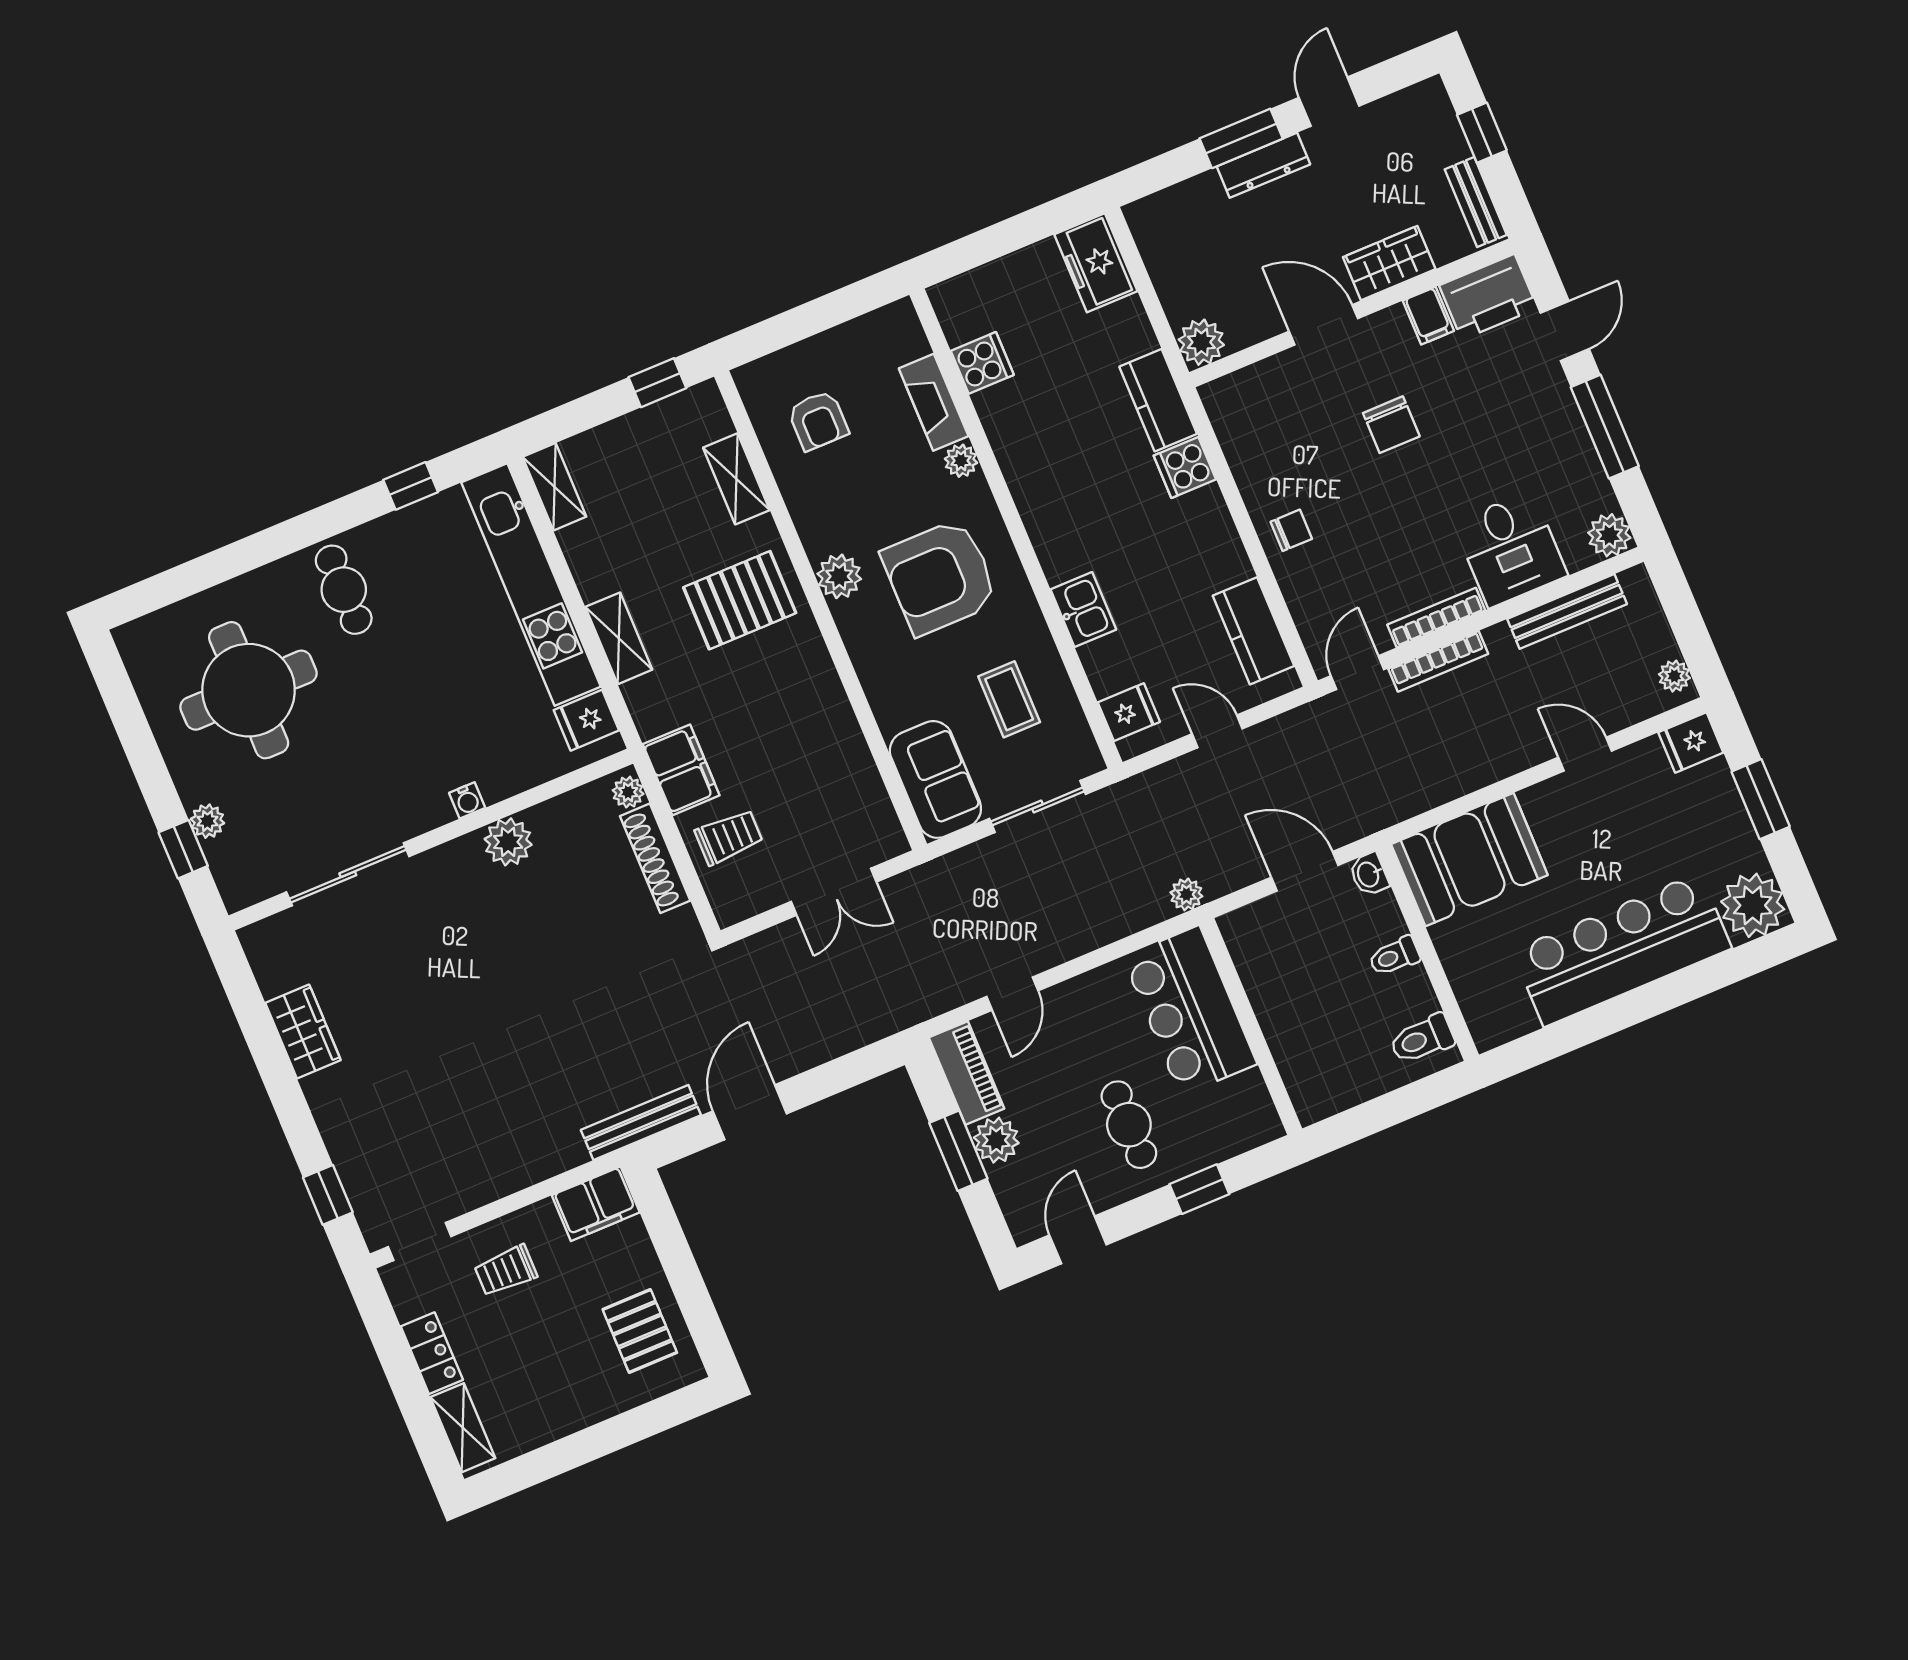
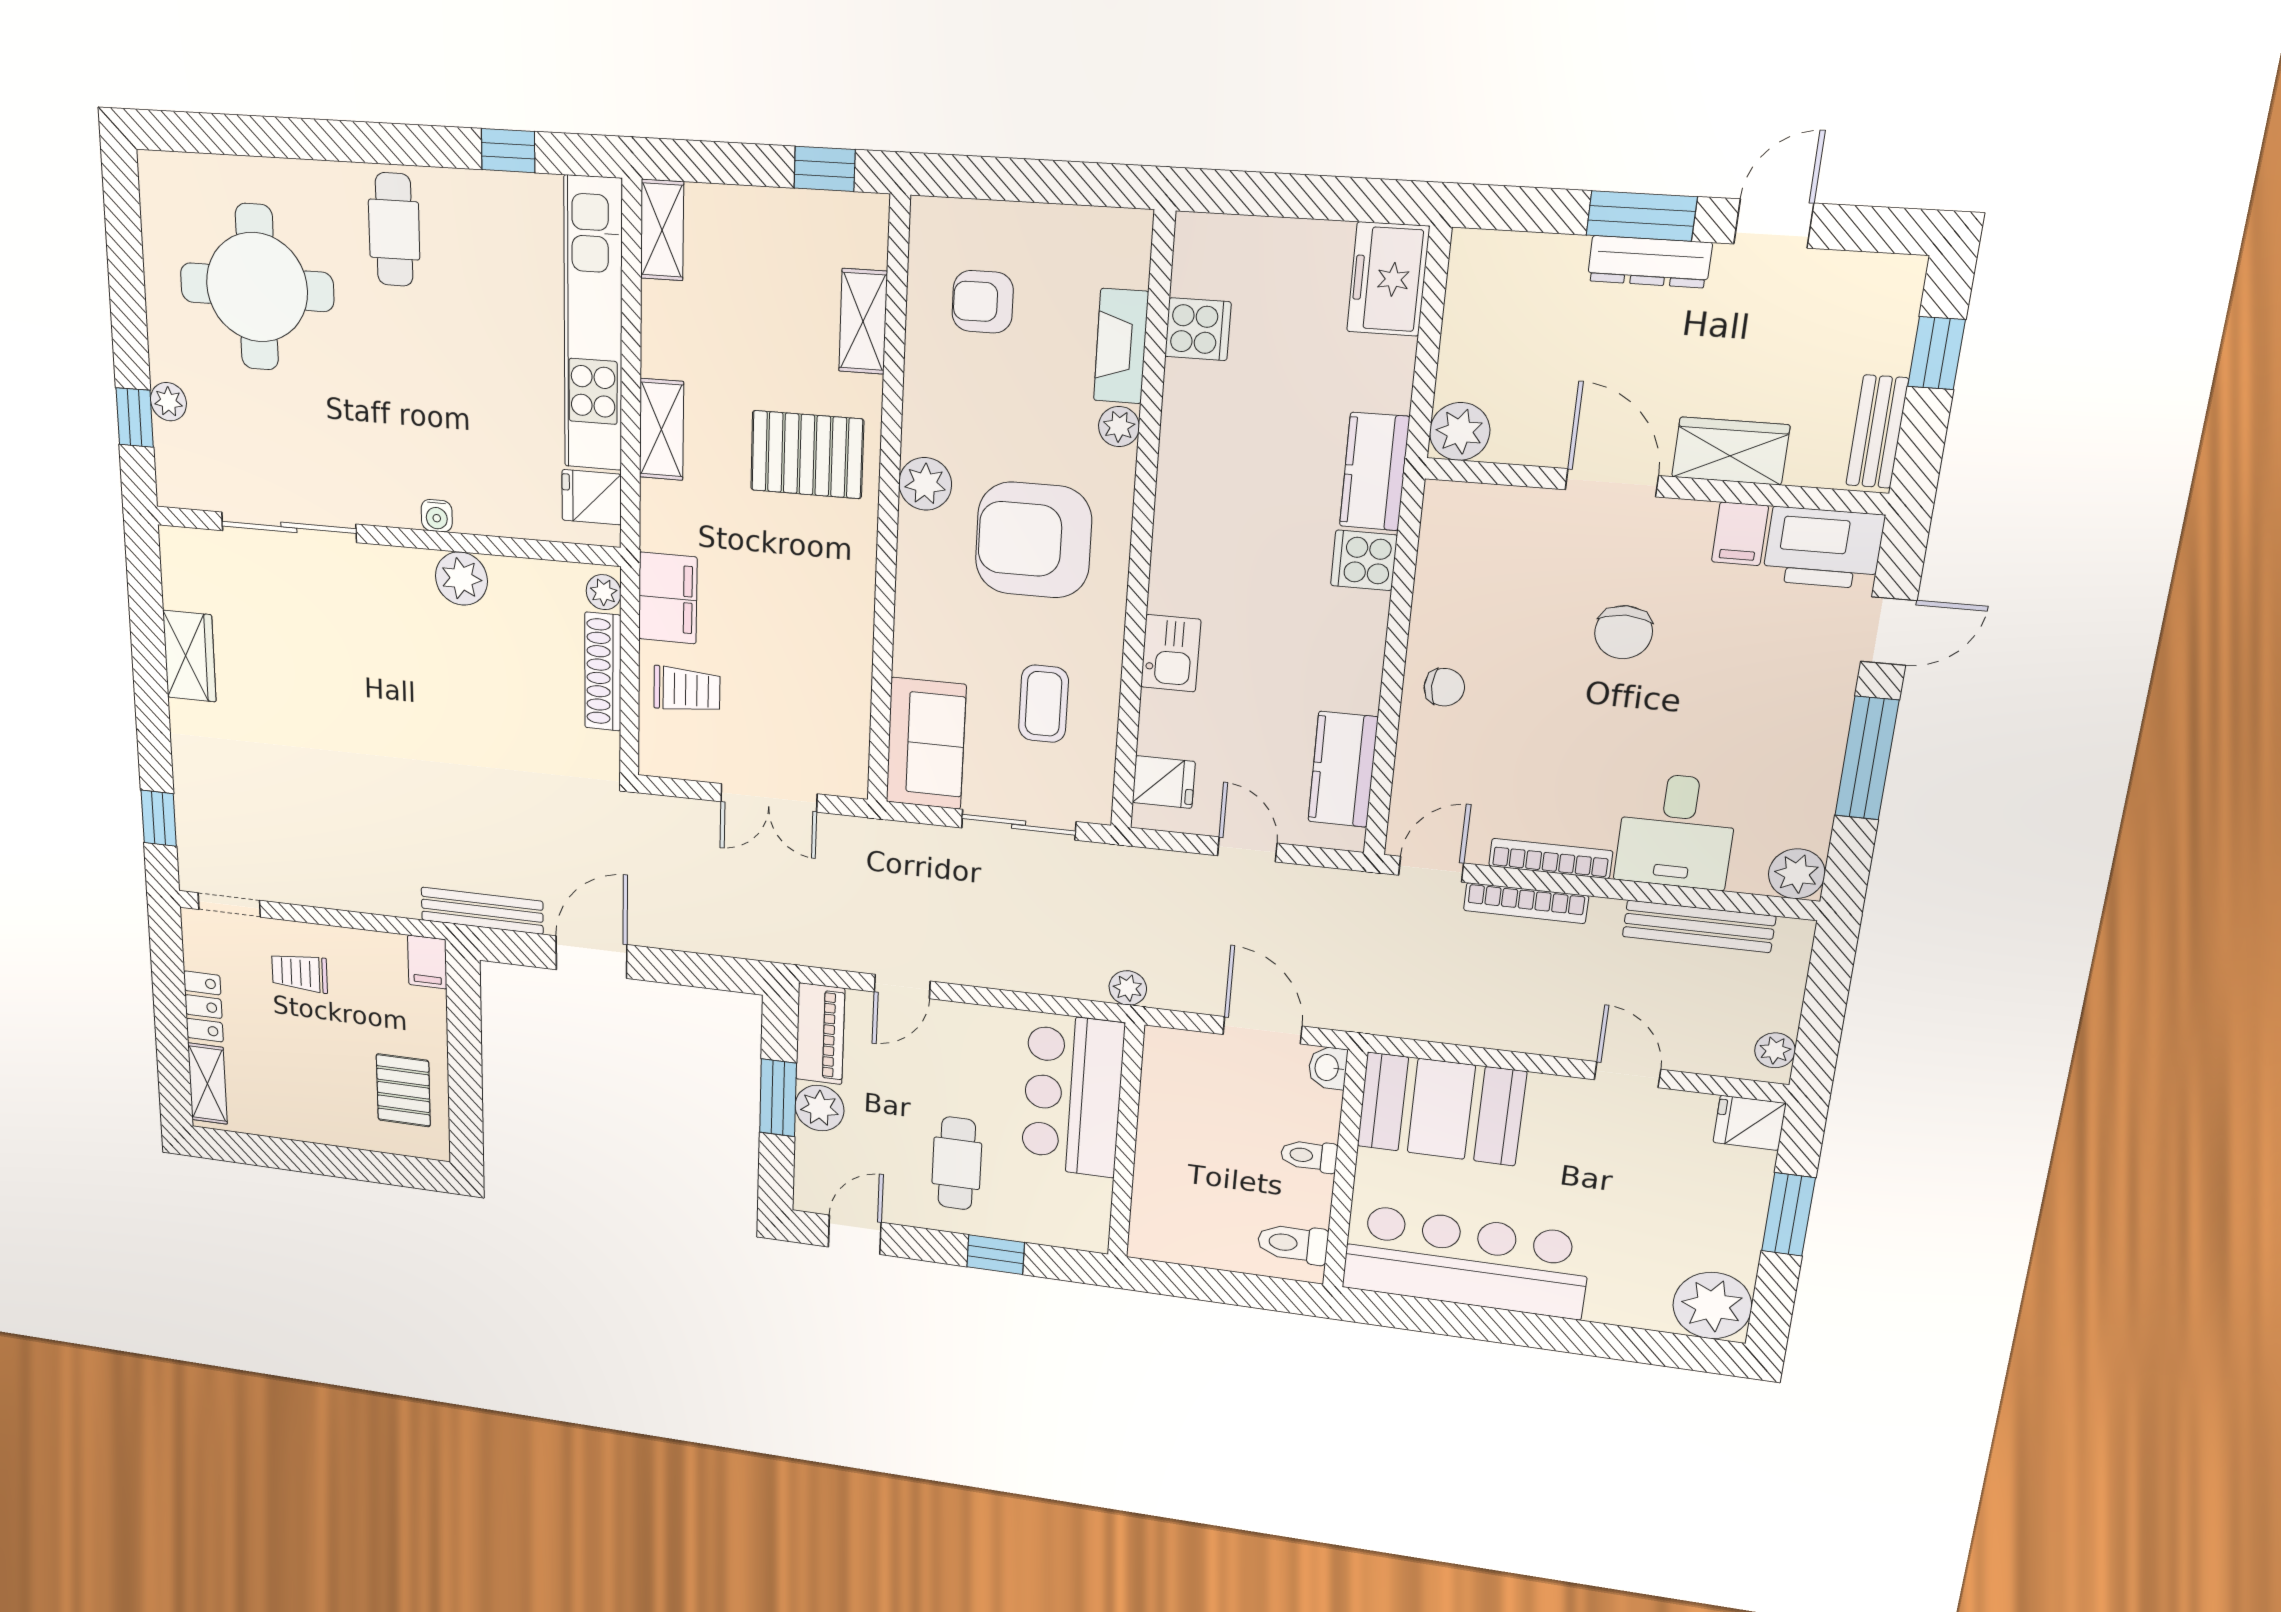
armchair: (818, 420) -> (983, 302), turned 90
bar counter: (1622, 949) -> (1466, 1262), moved
filing cabinet: (596, 1204) -> (427, 962), width x0.50

